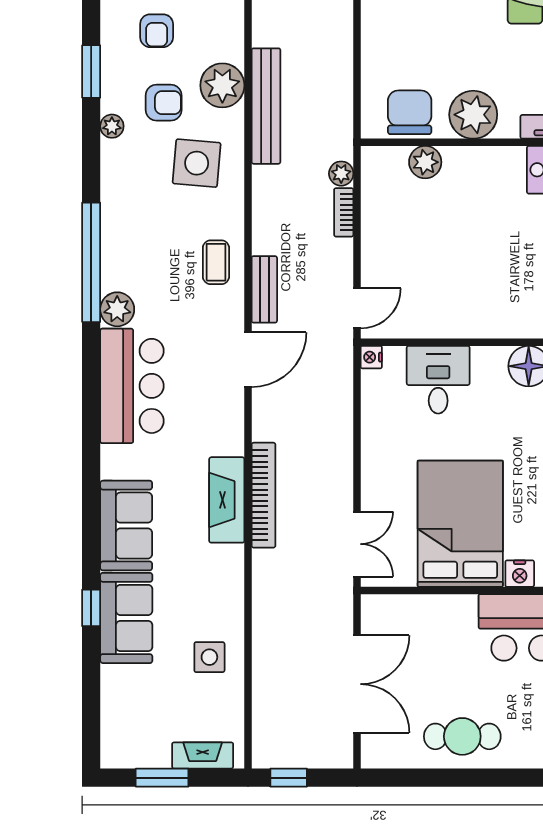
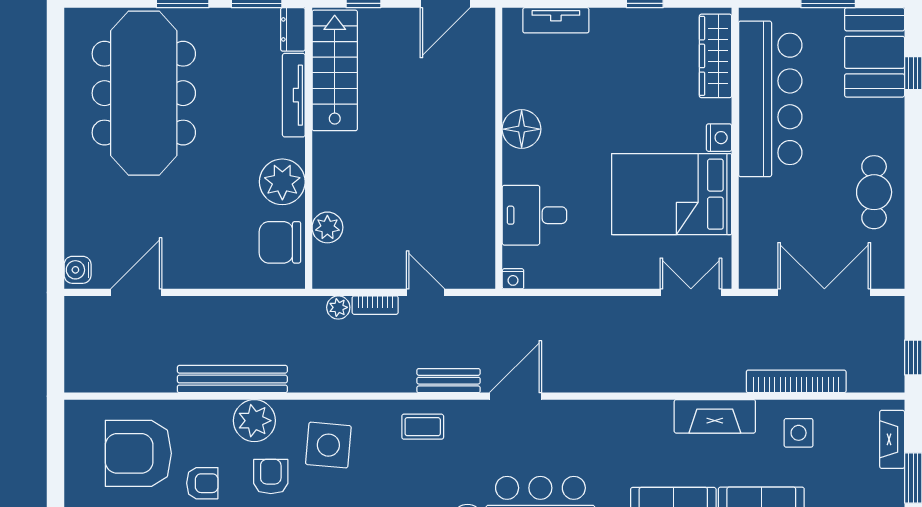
bench: (266, 106) -> (232, 379), moved
door: (357, 308) -> (425, 292), moved
door: (248, 360) -> (516, 396), hinge flipped
bookcase: (264, 495) -> (796, 381), moved
fireplace: (227, 500) -> (715, 416), moved

